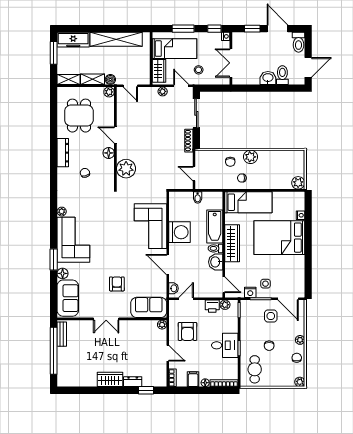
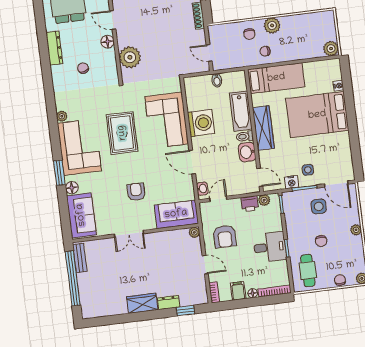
rug: (111, 232) -> (122, 133), added
chair: (297, 358) -> (340, 280), moved

